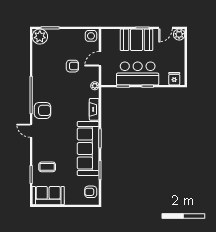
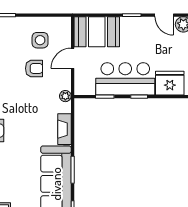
door: (165, 28) -> (164, 15), hinge flipped
side table: (91, 36) -> (40, 40), moved
booth: (137, 40) -> (97, 32), moved
fridge: (174, 79) -> (170, 83), width x1.88, depth x1.34

